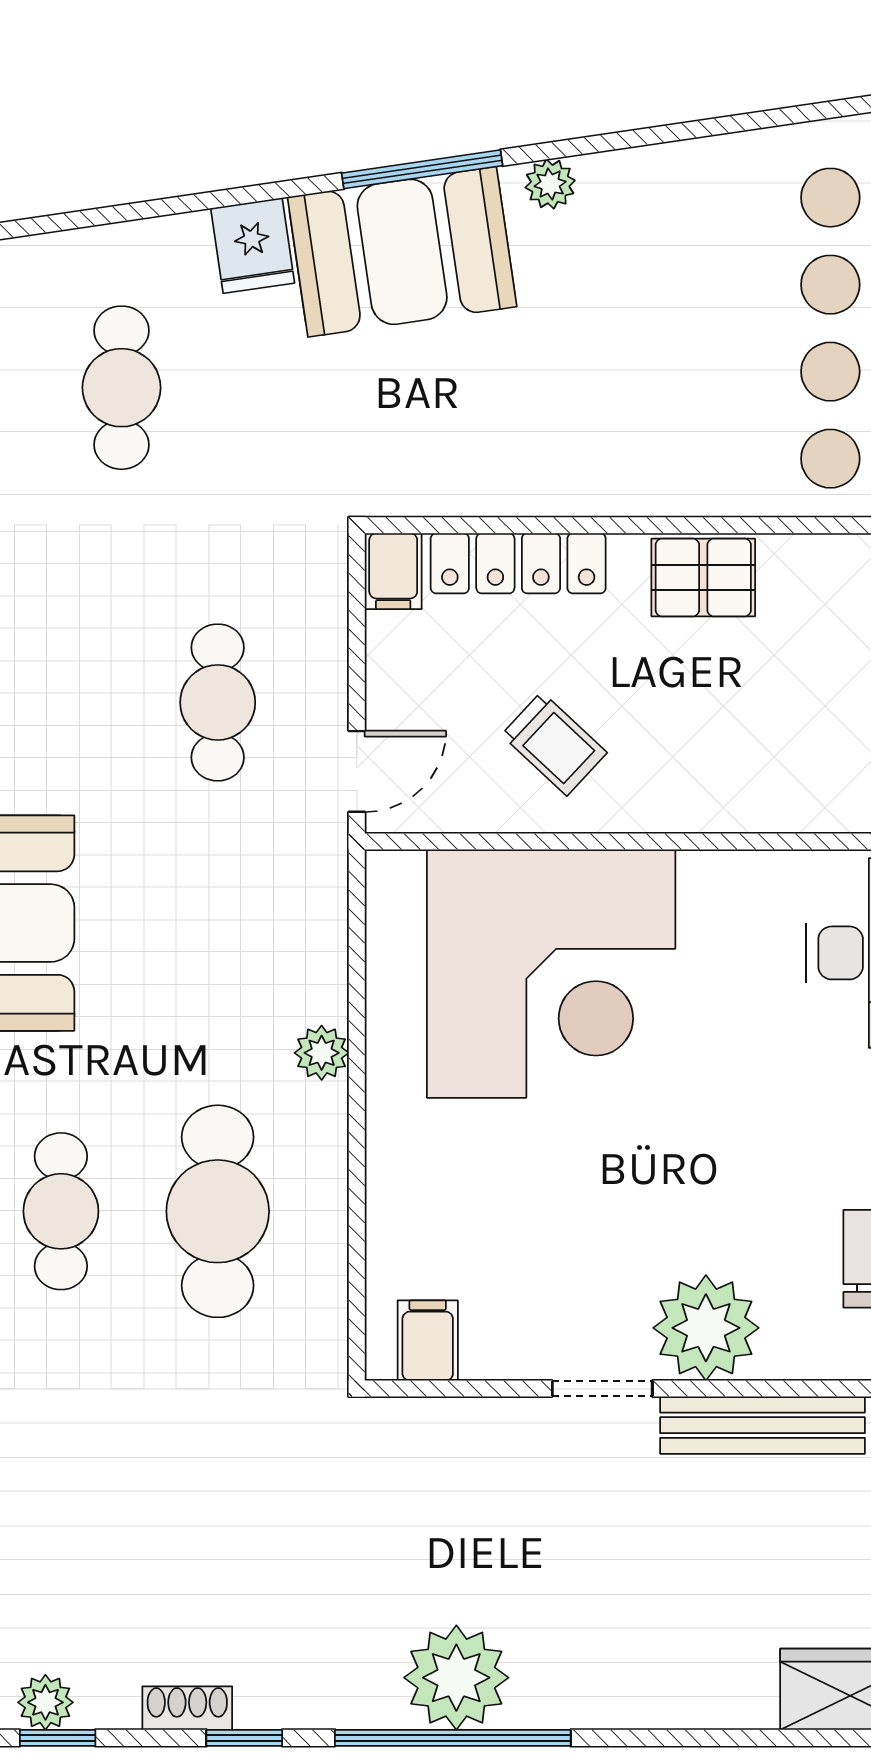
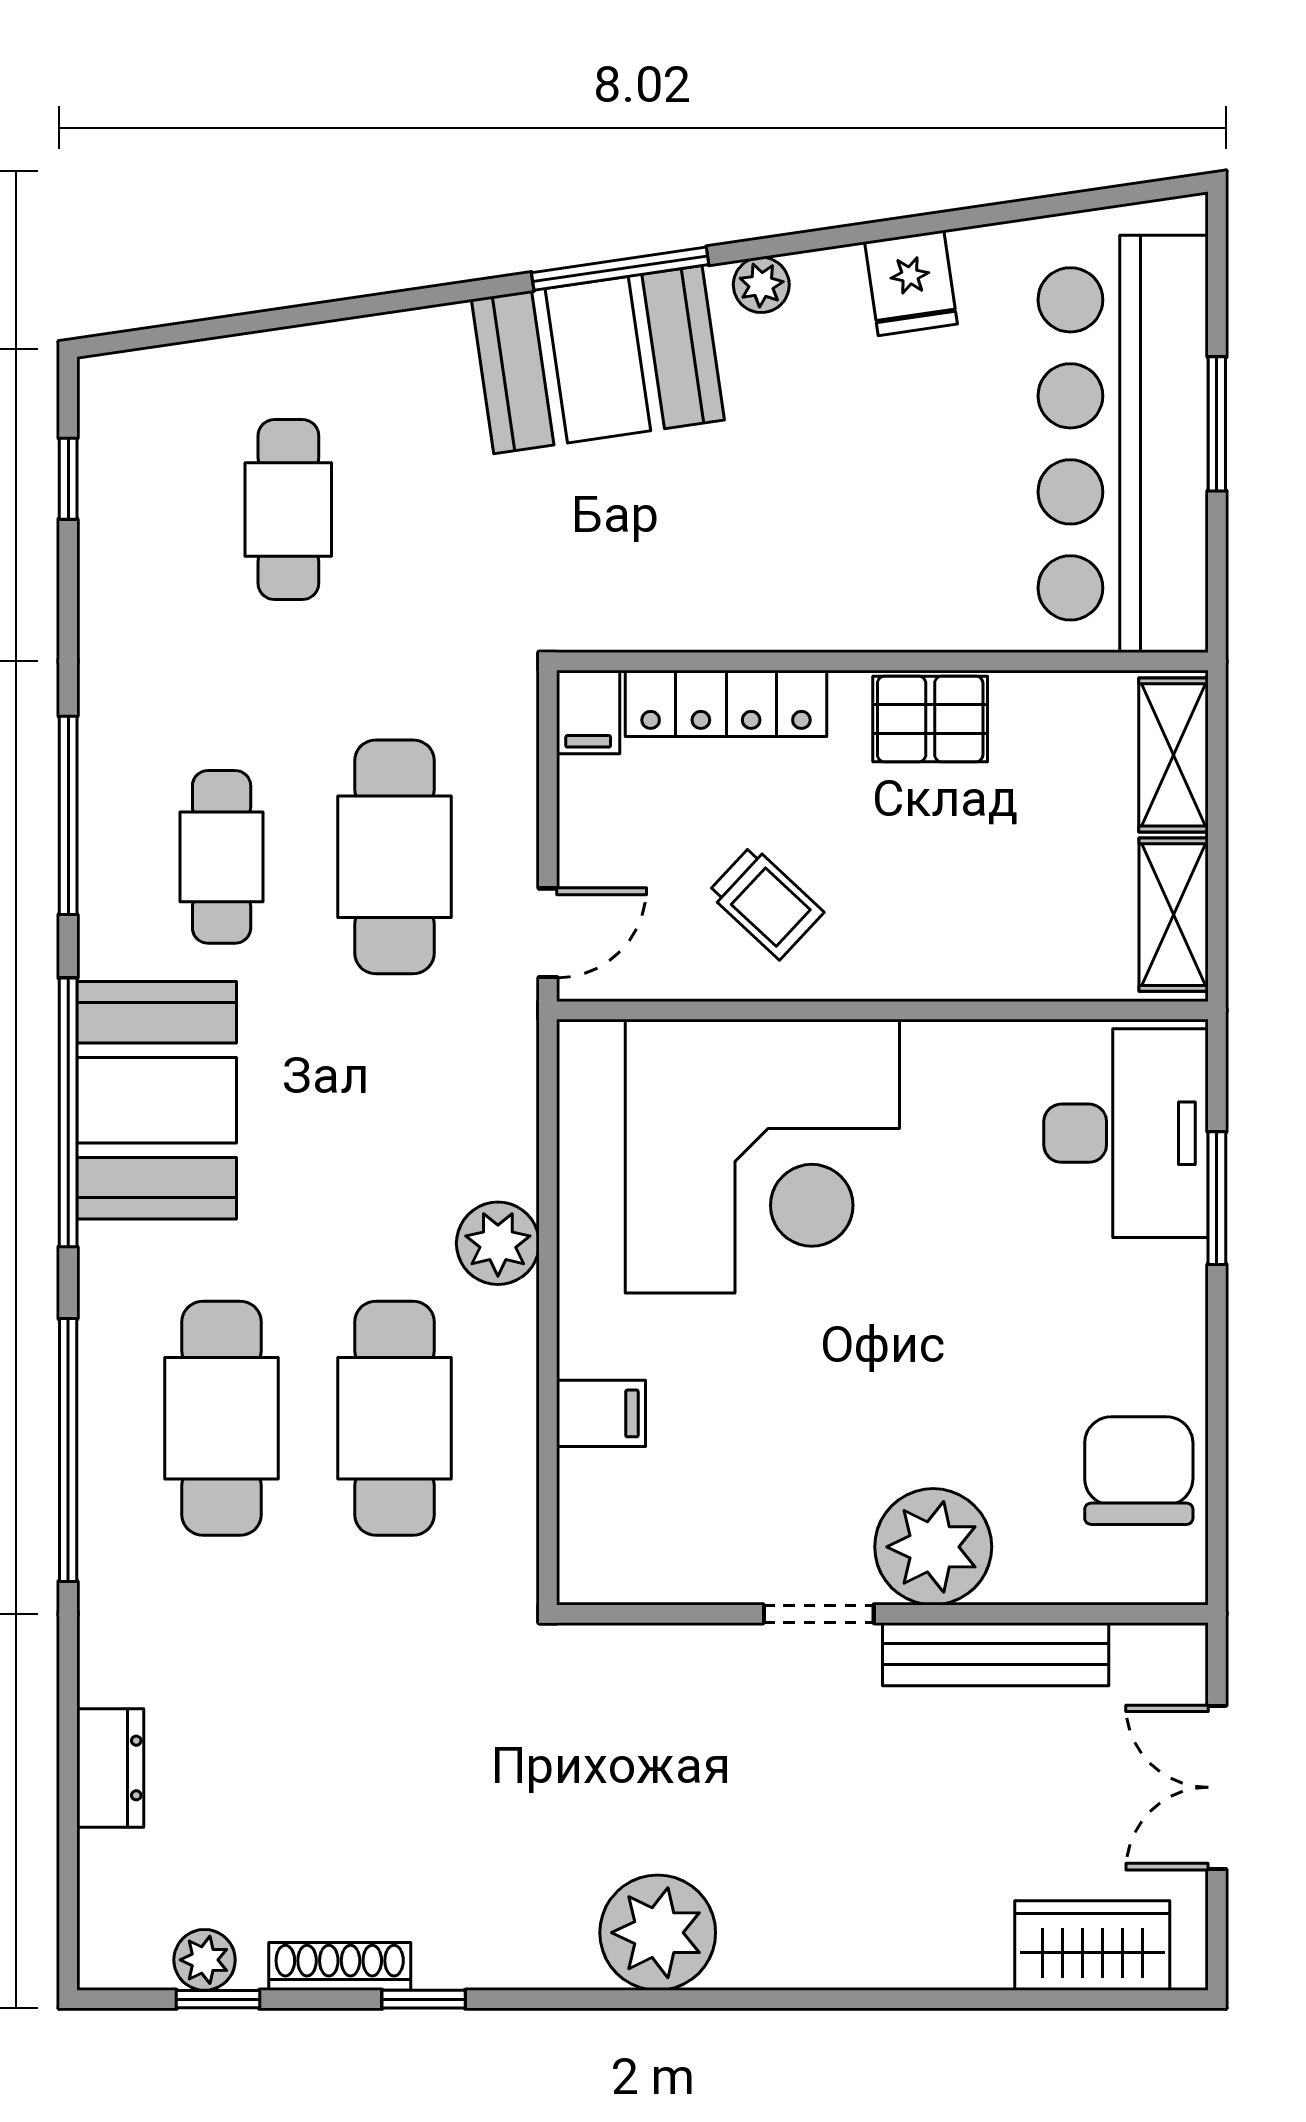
fridge: (253, 246) -> (911, 283), moved
cafe table: (61, 702) -> (222, 857), added
cafe table: (218, 702) -> (394, 857), width x1.37, depth x1.35
plant: (322, 1053) -> (498, 1243), width x1.38, depth x1.38
cafe table: (61, 1211) -> (222, 1418), width x1.37, depth x1.35
filing cabinet: (428, 1341) -> (601, 1413), moved, turned 90
shoe rack: (187, 1708) -> (340, 1966), width x1.43
window: (453, 1738) -> (654, 1999), removed

